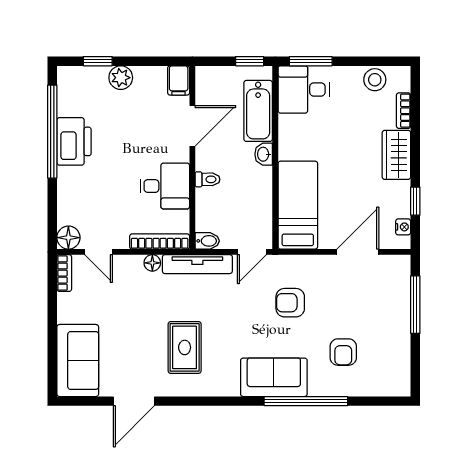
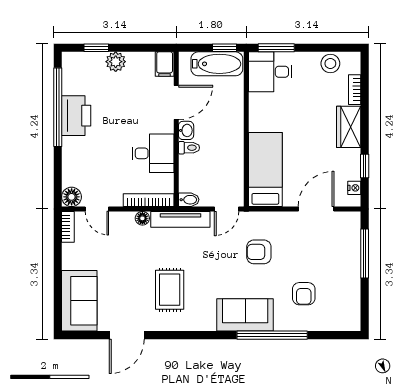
bathtub: (258, 111) -> (217, 64), moved, turned -90
washbasin: (264, 154) -> (186, 130), moved, turned 180

